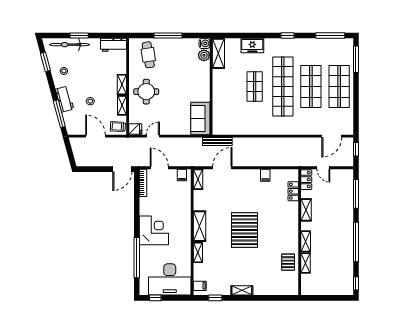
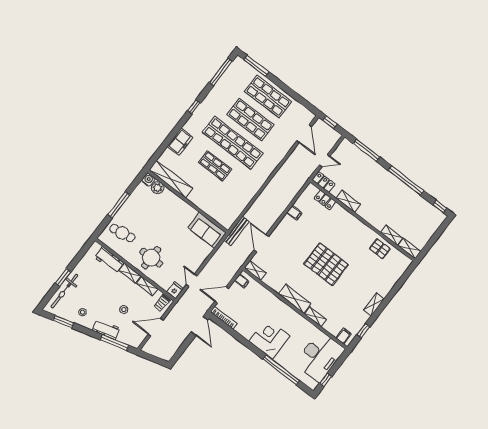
workbench: (113, 45) -> (109, 260), moved, turned 90
shelving: (218, 53) -> (171, 179), width x1.47
shelving: (306, 241) -> (409, 248), moved

